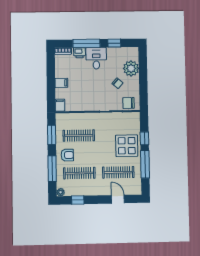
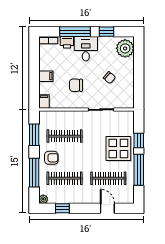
plant: (131, 68) -> (125, 48), moved
chair: (128, 103) -> (76, 85), moved

